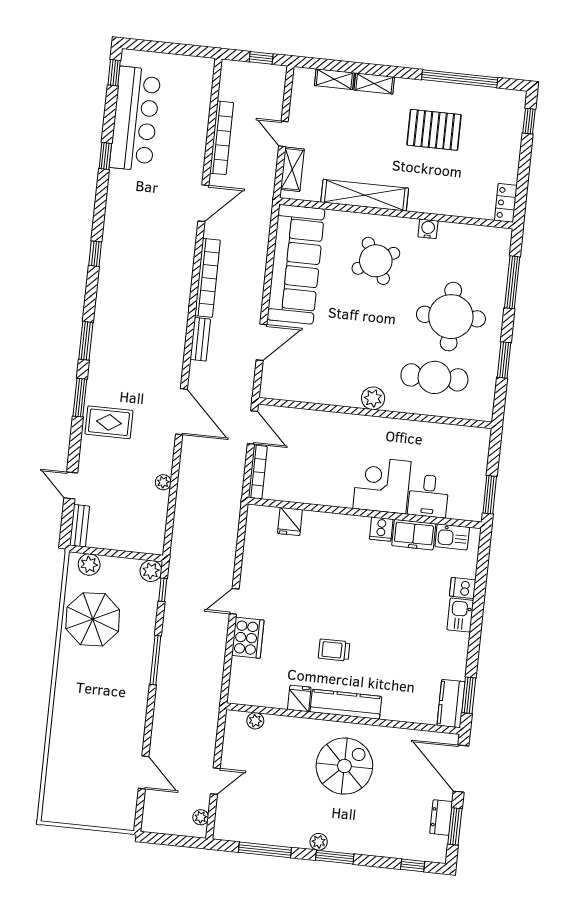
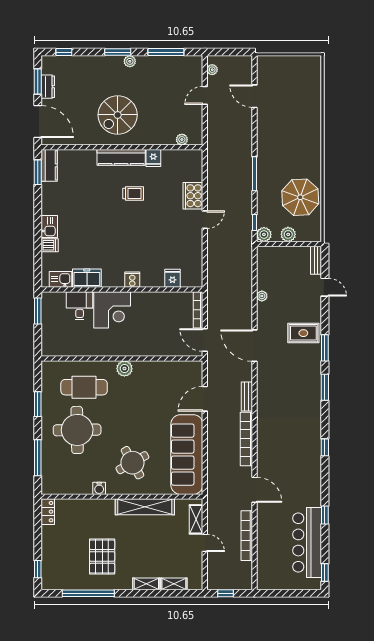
pallet: (434, 130) -> (102, 556), turned 90
door: (203, 203) -> (255, 490), swing flipped
cooker: (381, 529) -> (132, 280), moved
plant: (89, 565) -> (288, 234), moved

